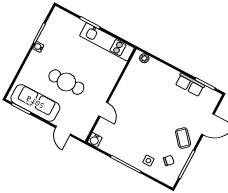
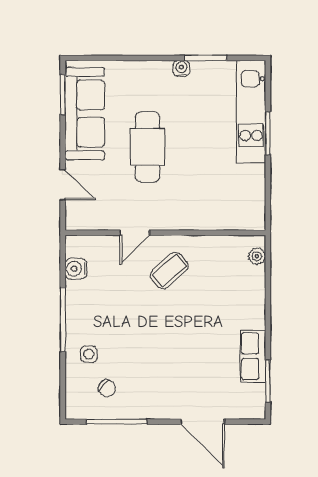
kitchen unit: (107, 42) -> (251, 112), moved
door: (63, 131) -> (63, 185), swing flipped
coffee table: (183, 138) -> (169, 271), moved
water cooler: (95, 140) -> (76, 269), moved

